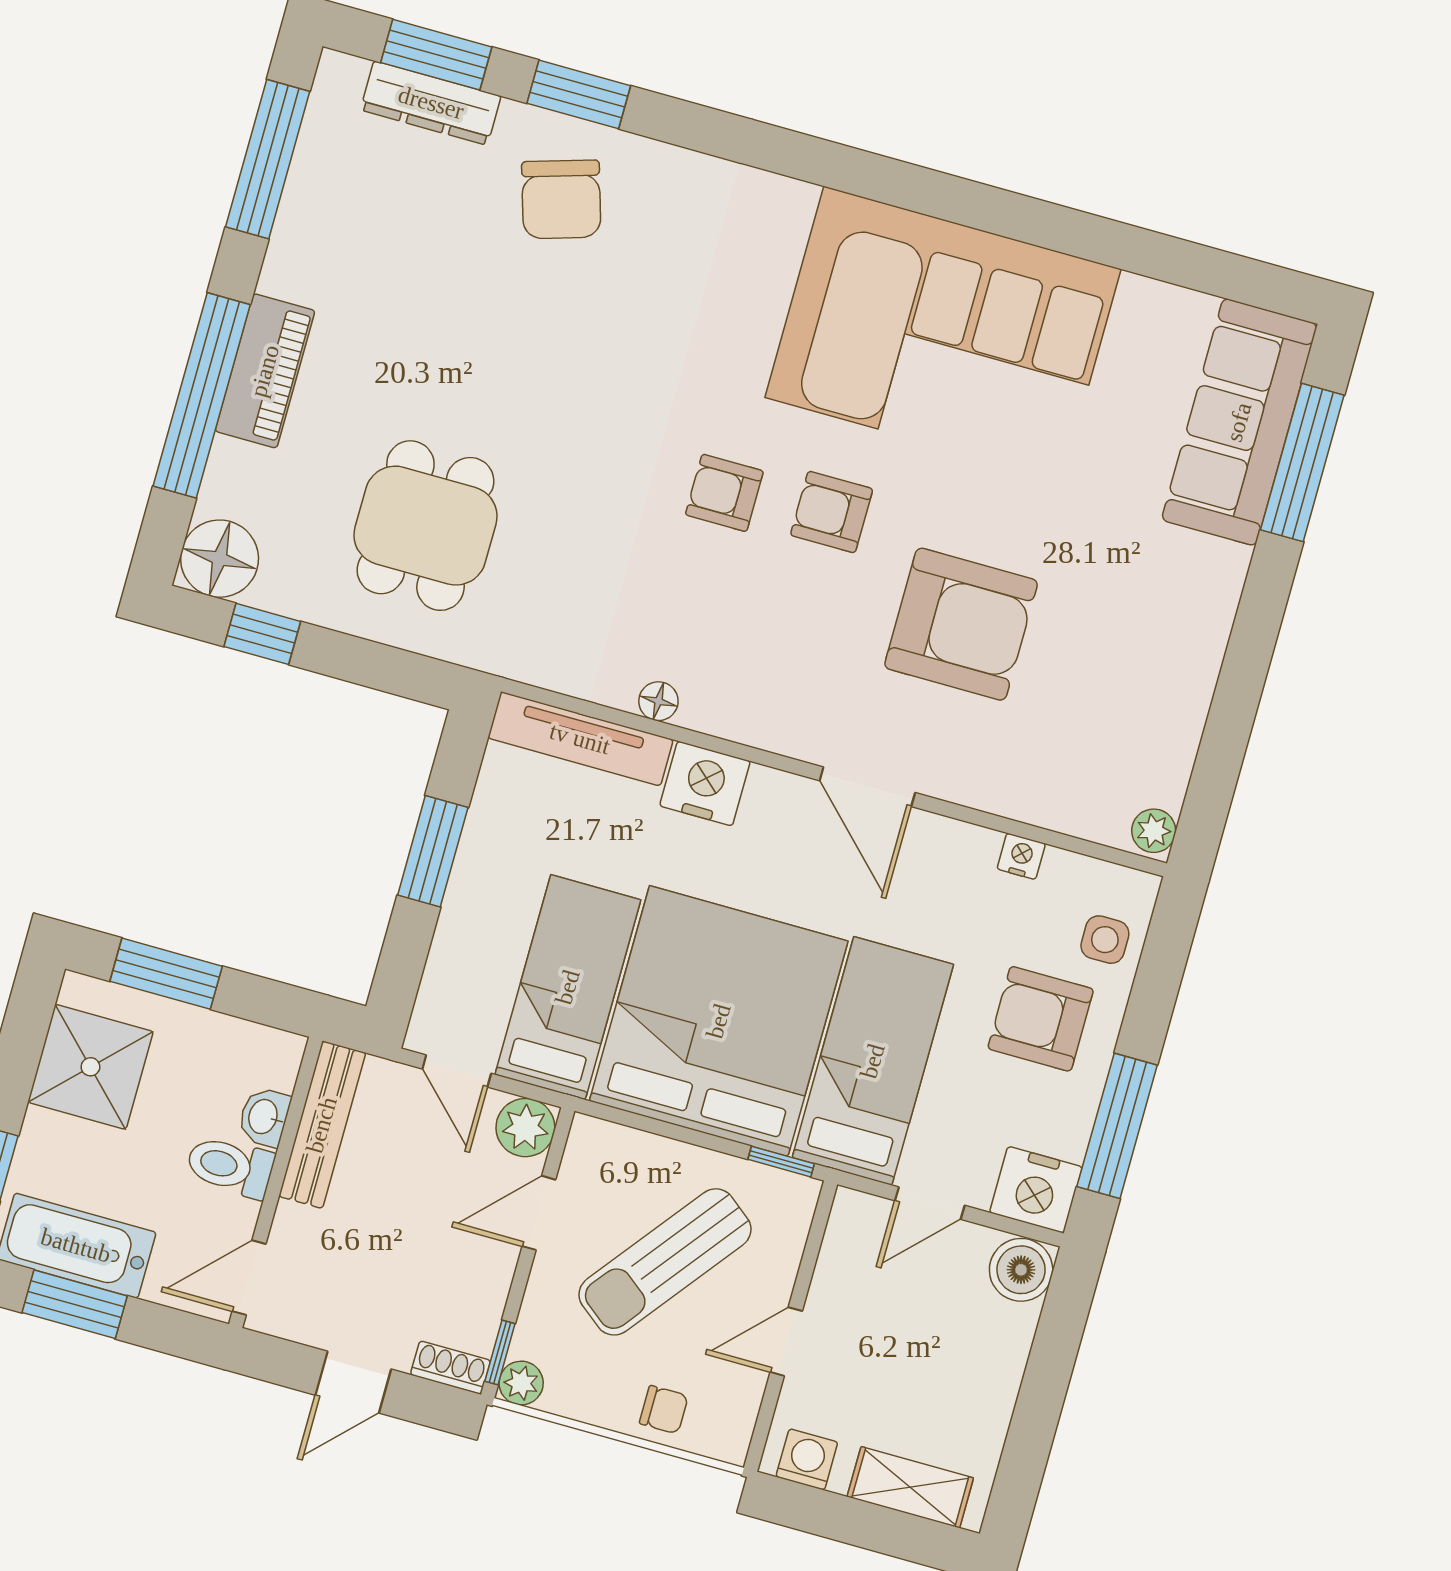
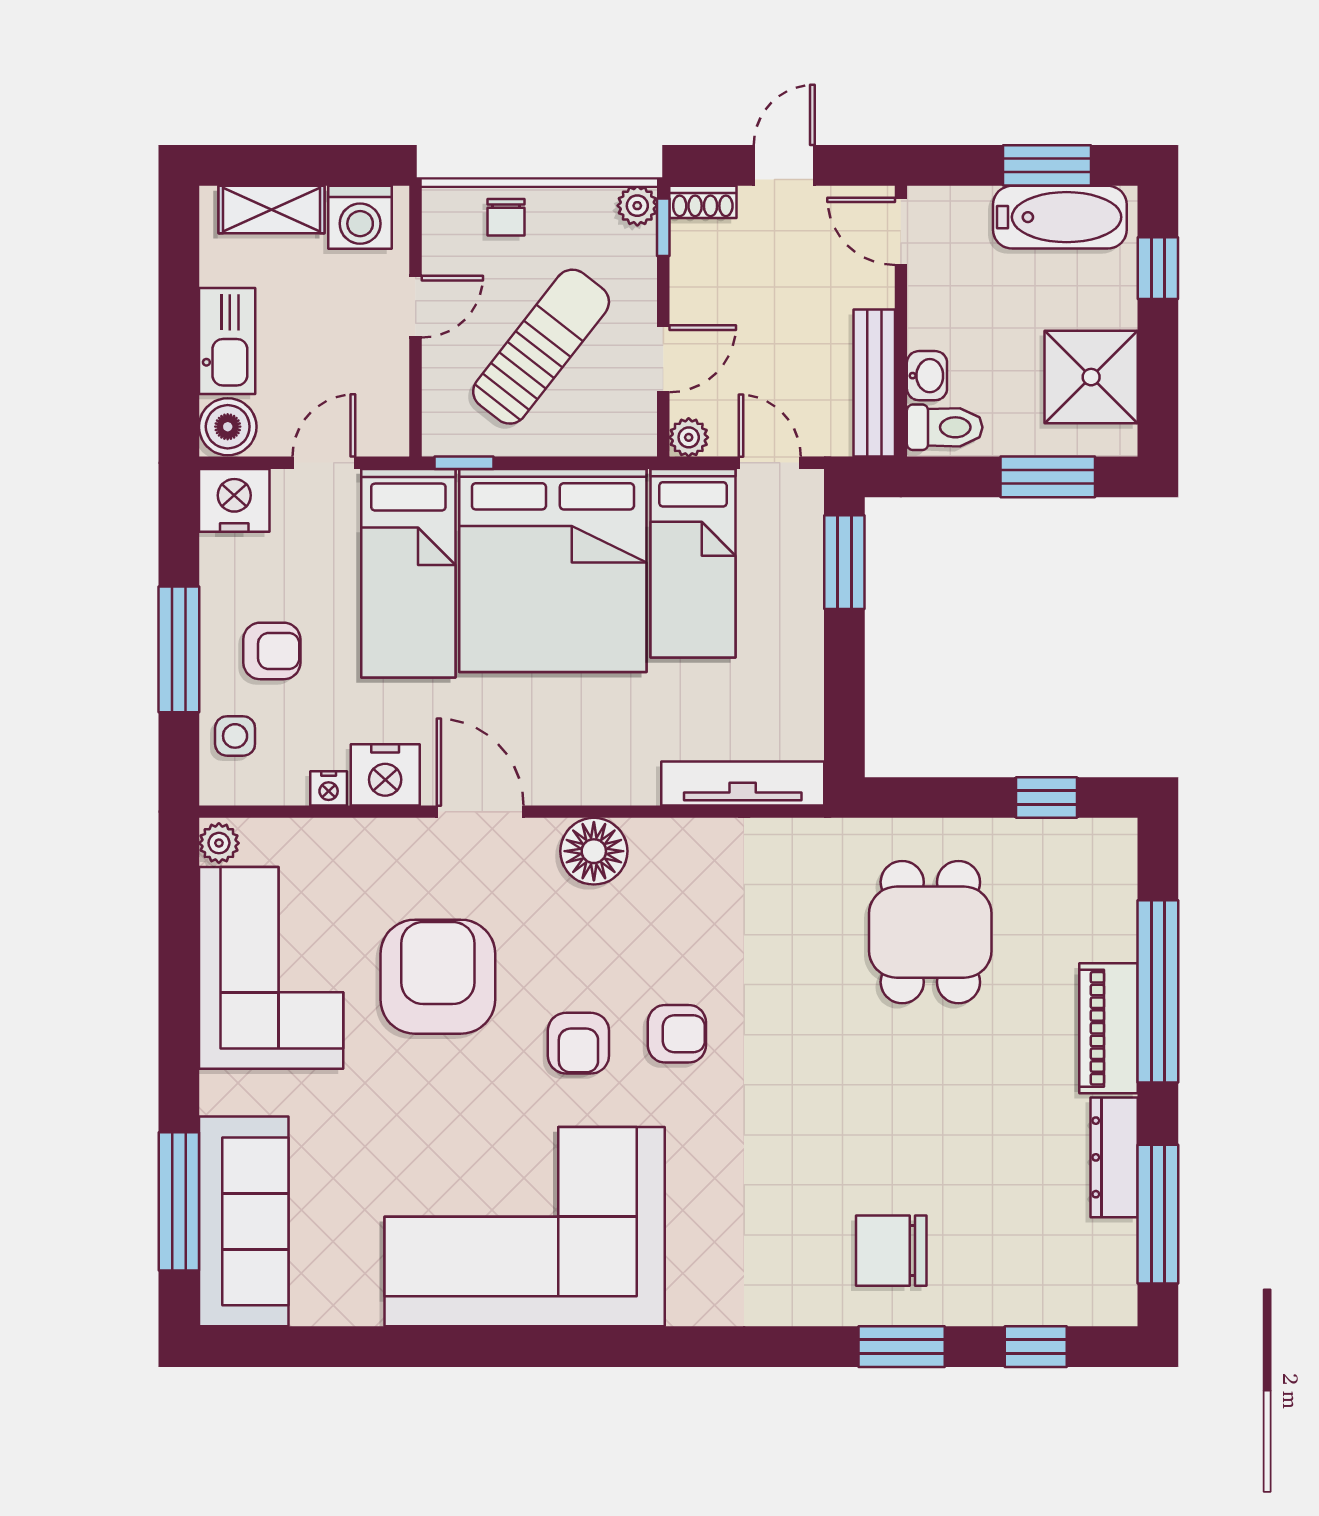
window: (436, 55) -> (1036, 1347), width x0.67
dresser: (431, 103) -> (1114, 1157), moved, turned -90
chair: (561, 199) -> (891, 1251), turned -73
armchair: (832, 512) -> (578, 1043), turned 90
floor lamp: (220, 559) -> (1102, 853), removed
armchair: (961, 624) -> (438, 977), turned 90
corner sofa: (1135, 683) -> (271, 968), added
floor lamp: (658, 701) -> (594, 851), moved, width x1.89, depth x1.89
nightstand: (705, 784) -> (385, 775), moved
window: (433, 851) -> (844, 562), moved
armchair: (1041, 1019) -> (272, 651), width x0.72, depth x0.72
window: (1117, 1126) -> (179, 649), moved
plant: (525, 1128) -> (689, 437), width x0.73, depth x0.73
toilet: (230, 1166) -> (945, 427), moved
door: (249, 1278) -> (901, 231), swing flipped
kitchen sink: (996, 1361) -> (227, 341), added
chair: (664, 1410) -> (506, 217), turned -90
washing machine: (807, 1459) -> (360, 217), width x1.38, depth x1.38

